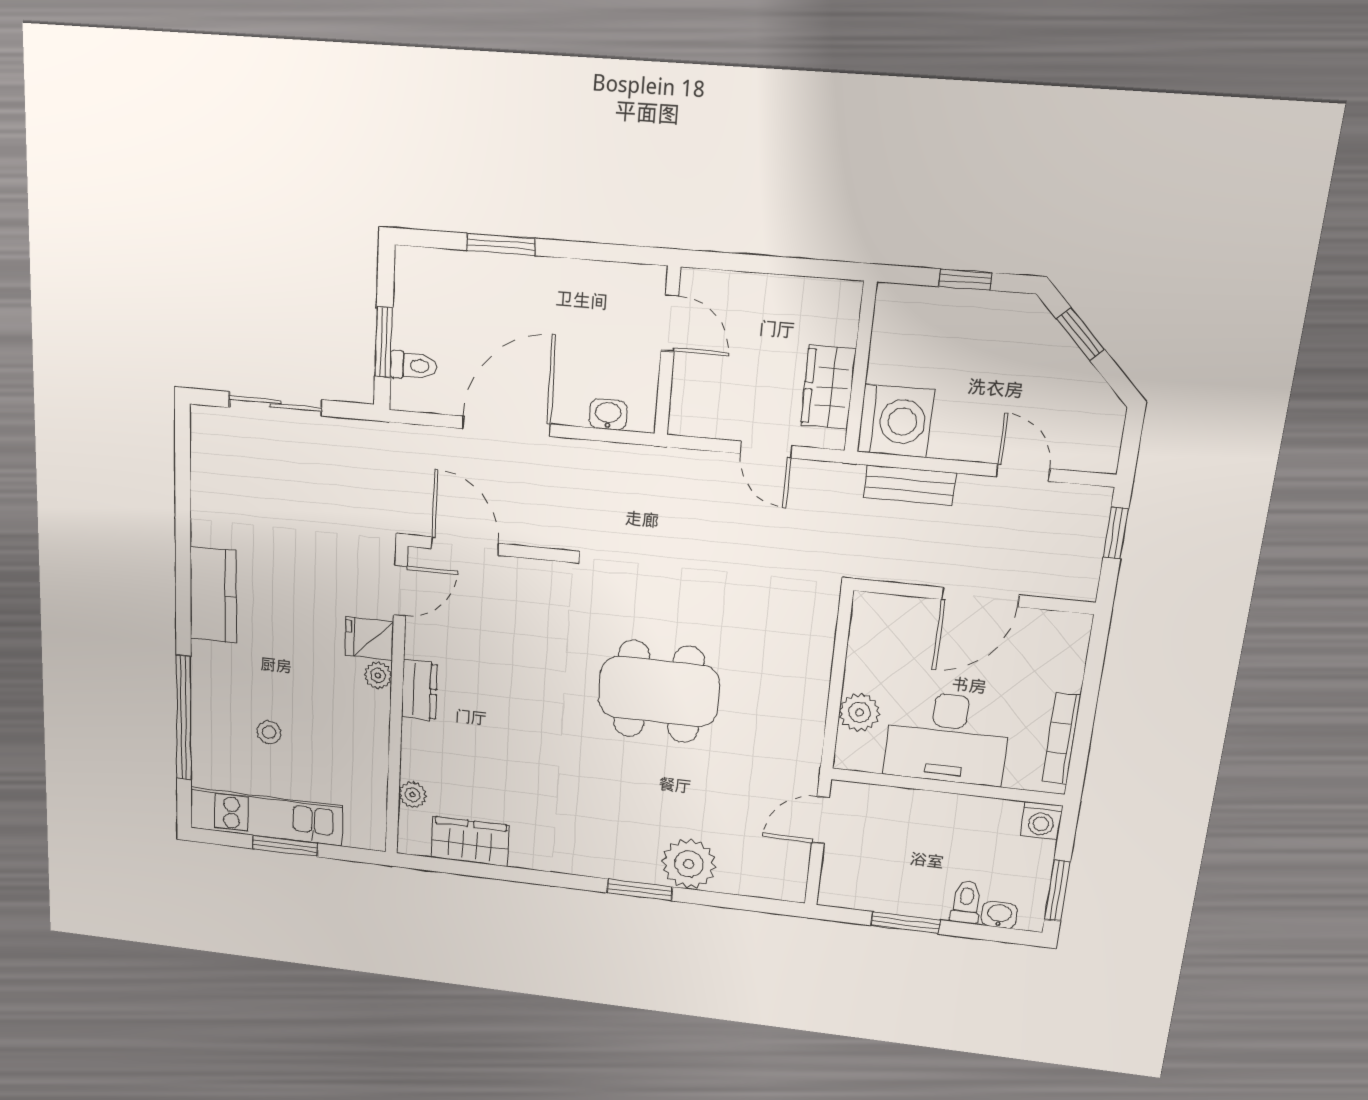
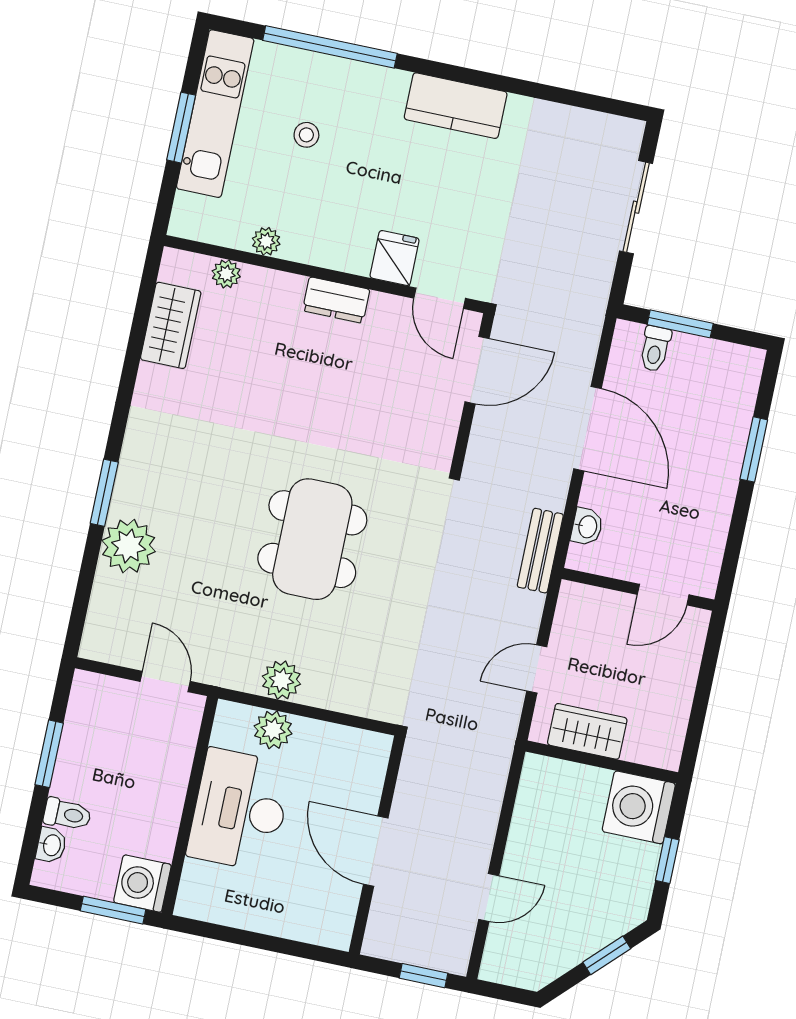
washing machine: (895, 421) -> (639, 807), moved, turned 90
bench: (910, 485) -> (540, 551), moved
plant: (378, 675) -> (266, 241), moved
plant: (807, 709) -> (281, 680), added
bookcase: (1061, 738) -> (230, 915), removed
washing machine: (1041, 821) -> (142, 884), width x1.38, depth x1.38
window: (1057, 891) -> (113, 910), moved

